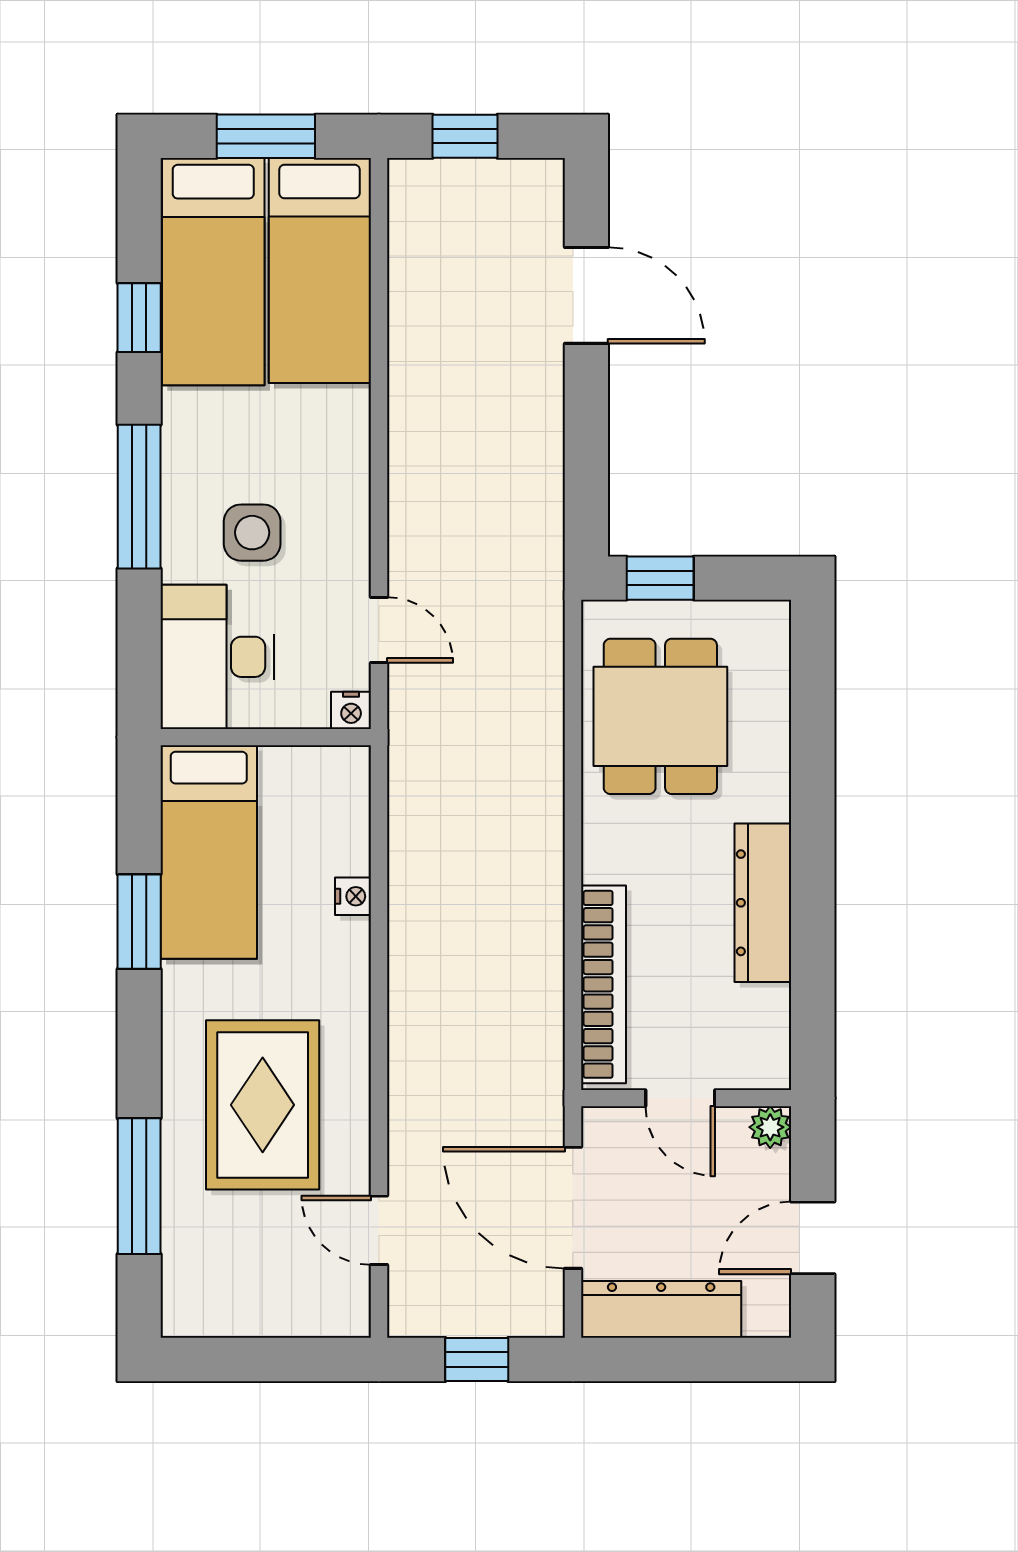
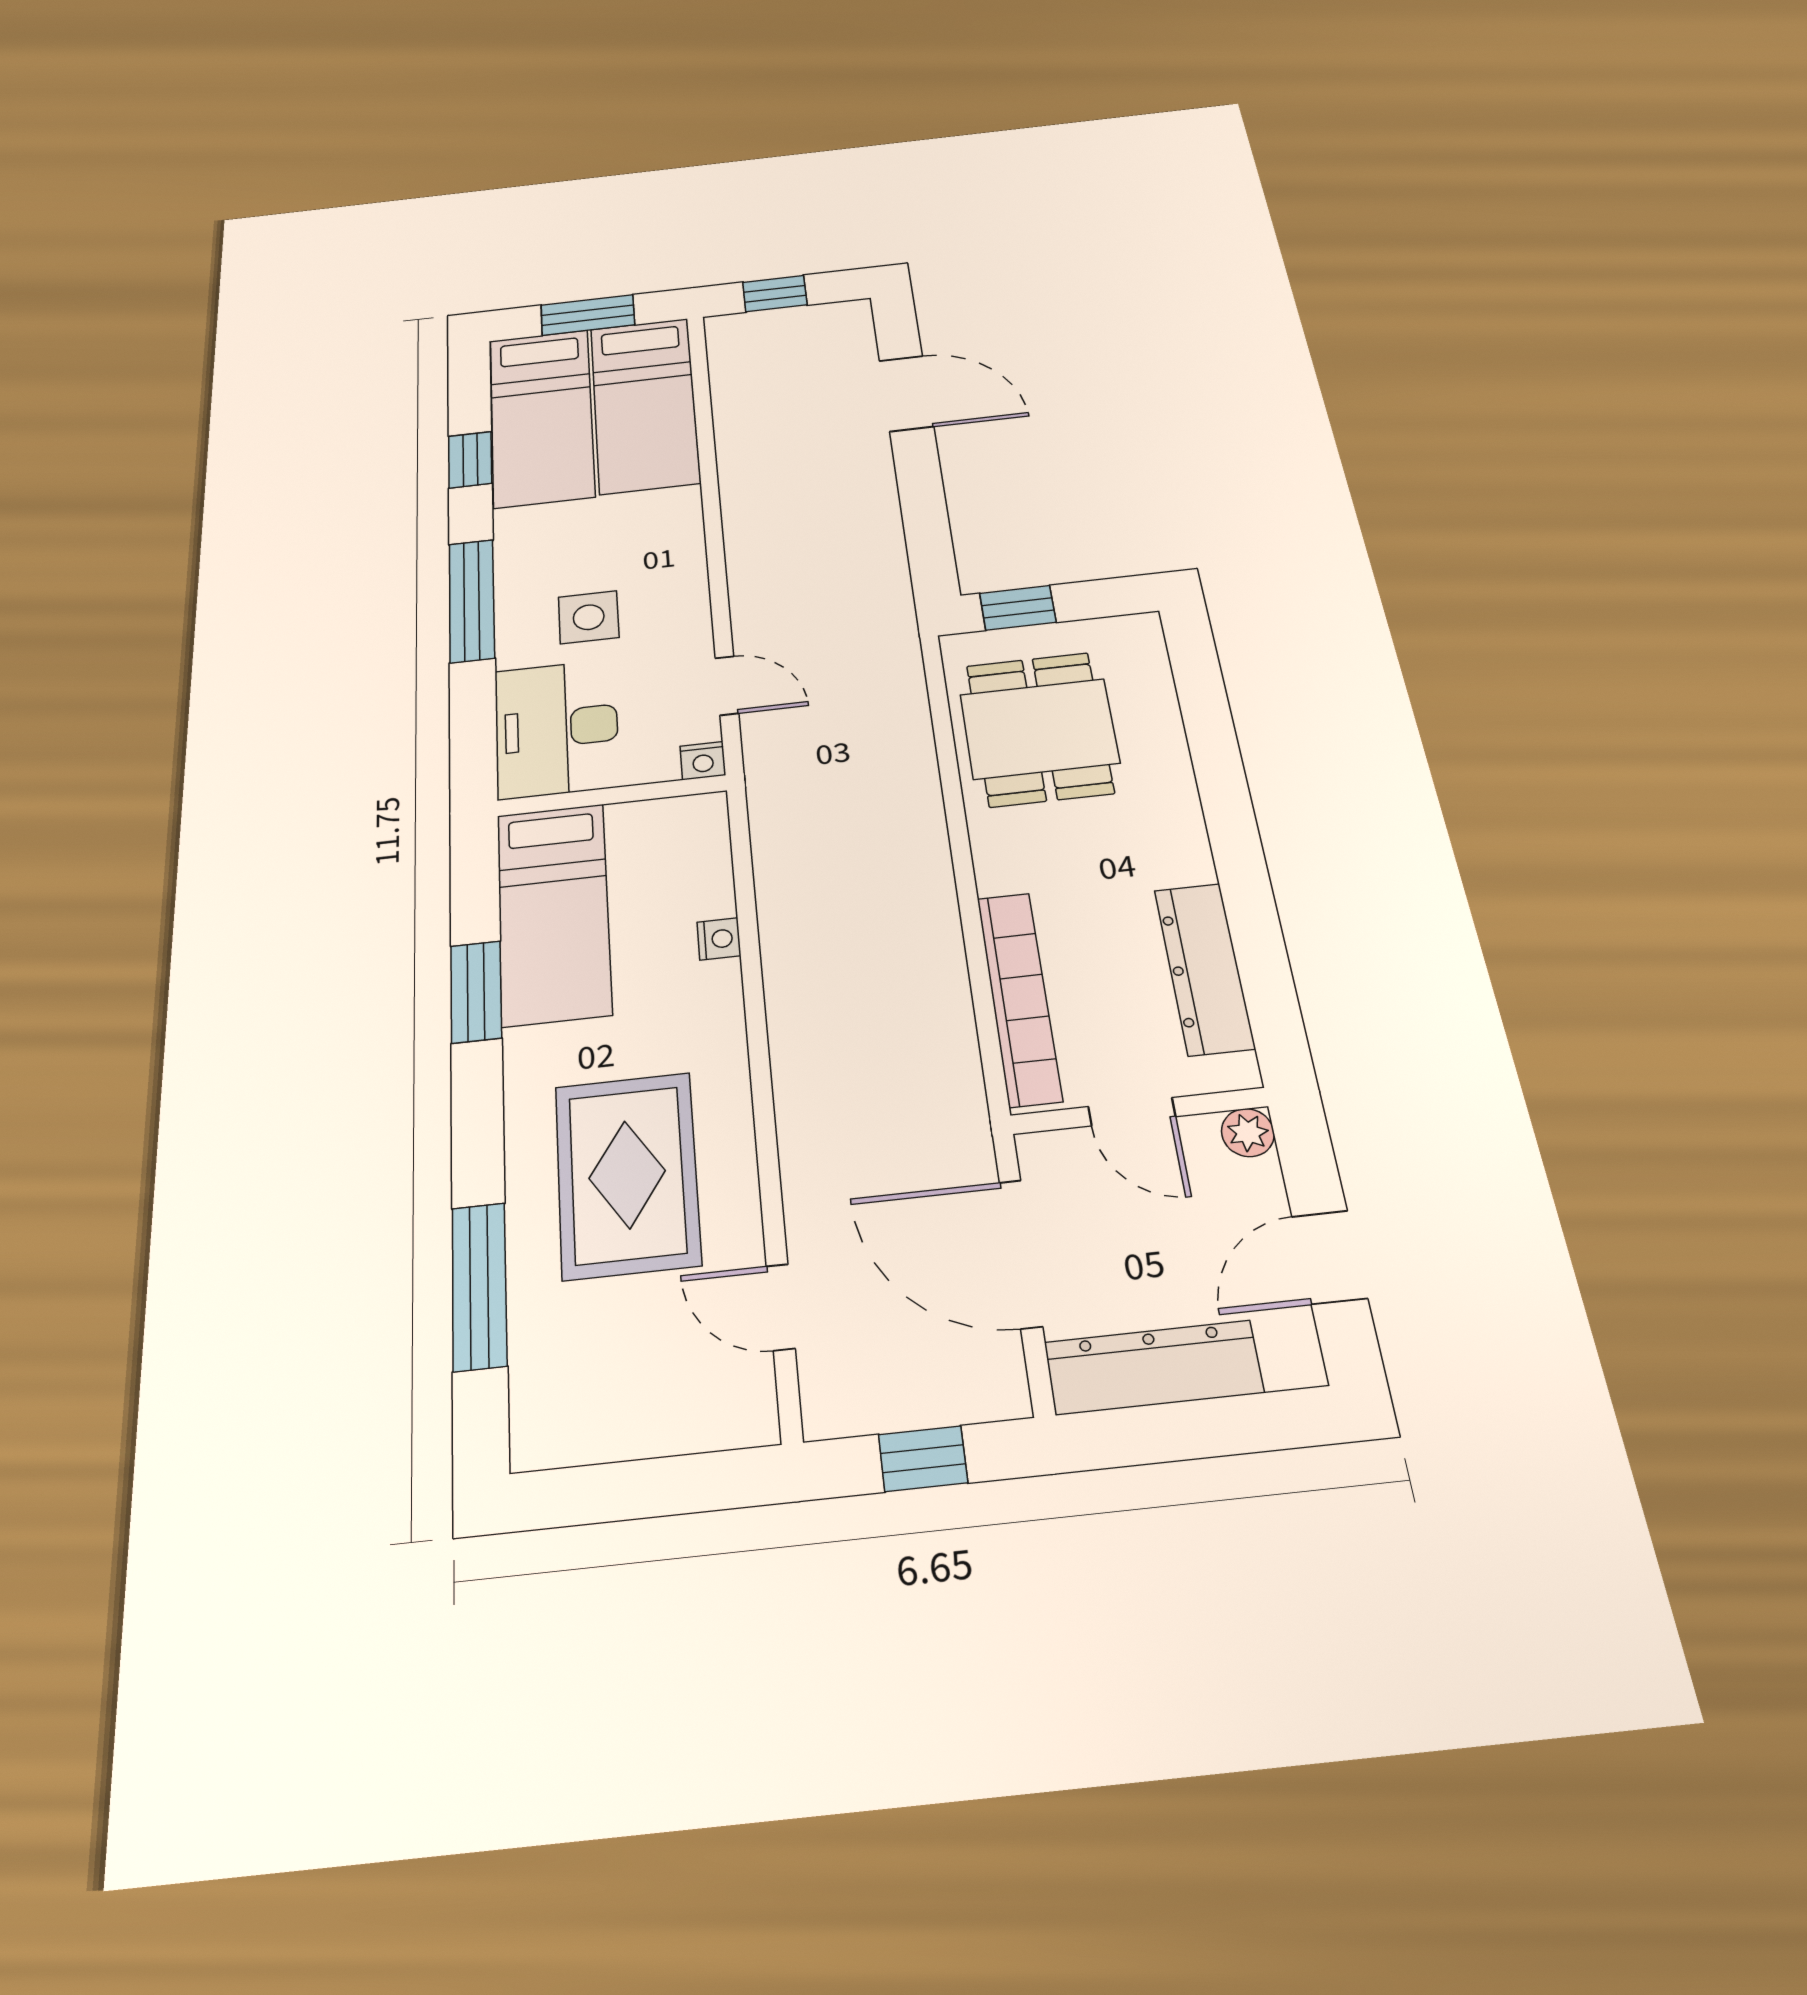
dresser: (763, 903) -> (1204, 968), moved

